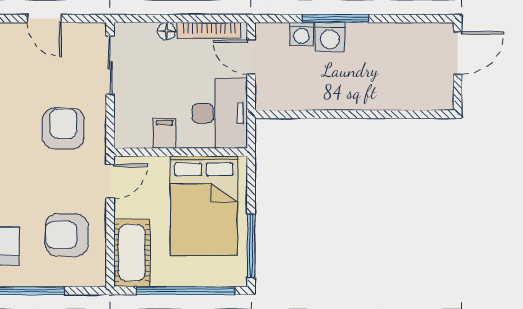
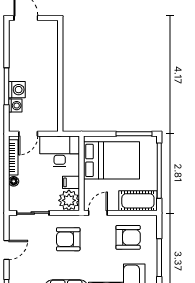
plant: (133, 130) -> (69, 200), added
door: (110, 181) -> (98, 213), hinge flipped
armchair: (67, 235) -> (128, 237), turned -91

